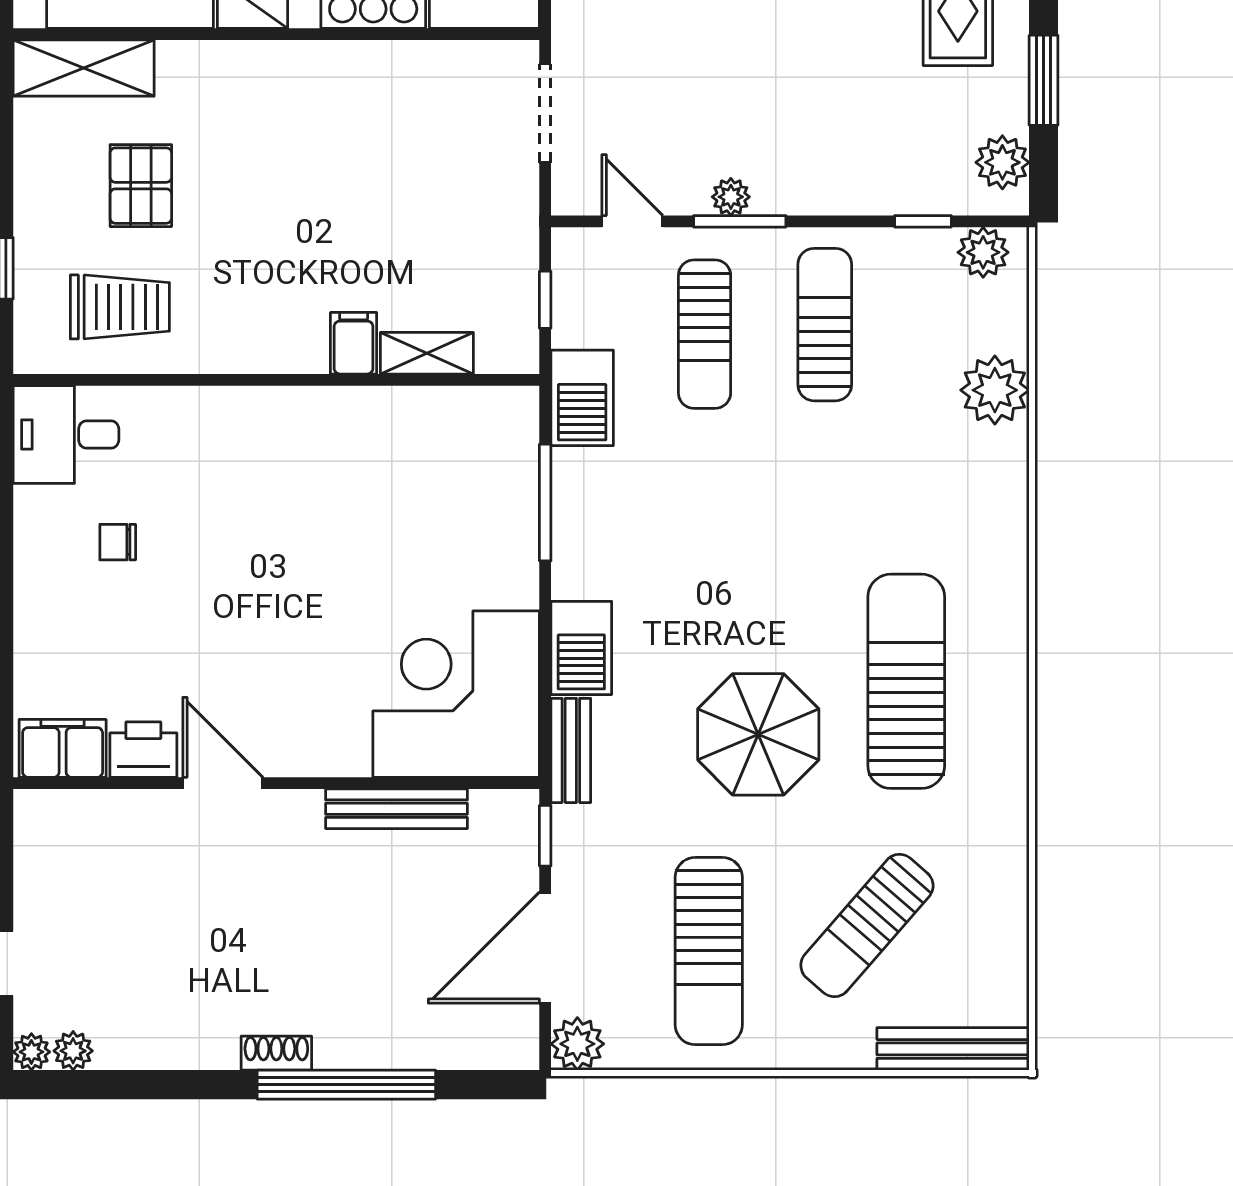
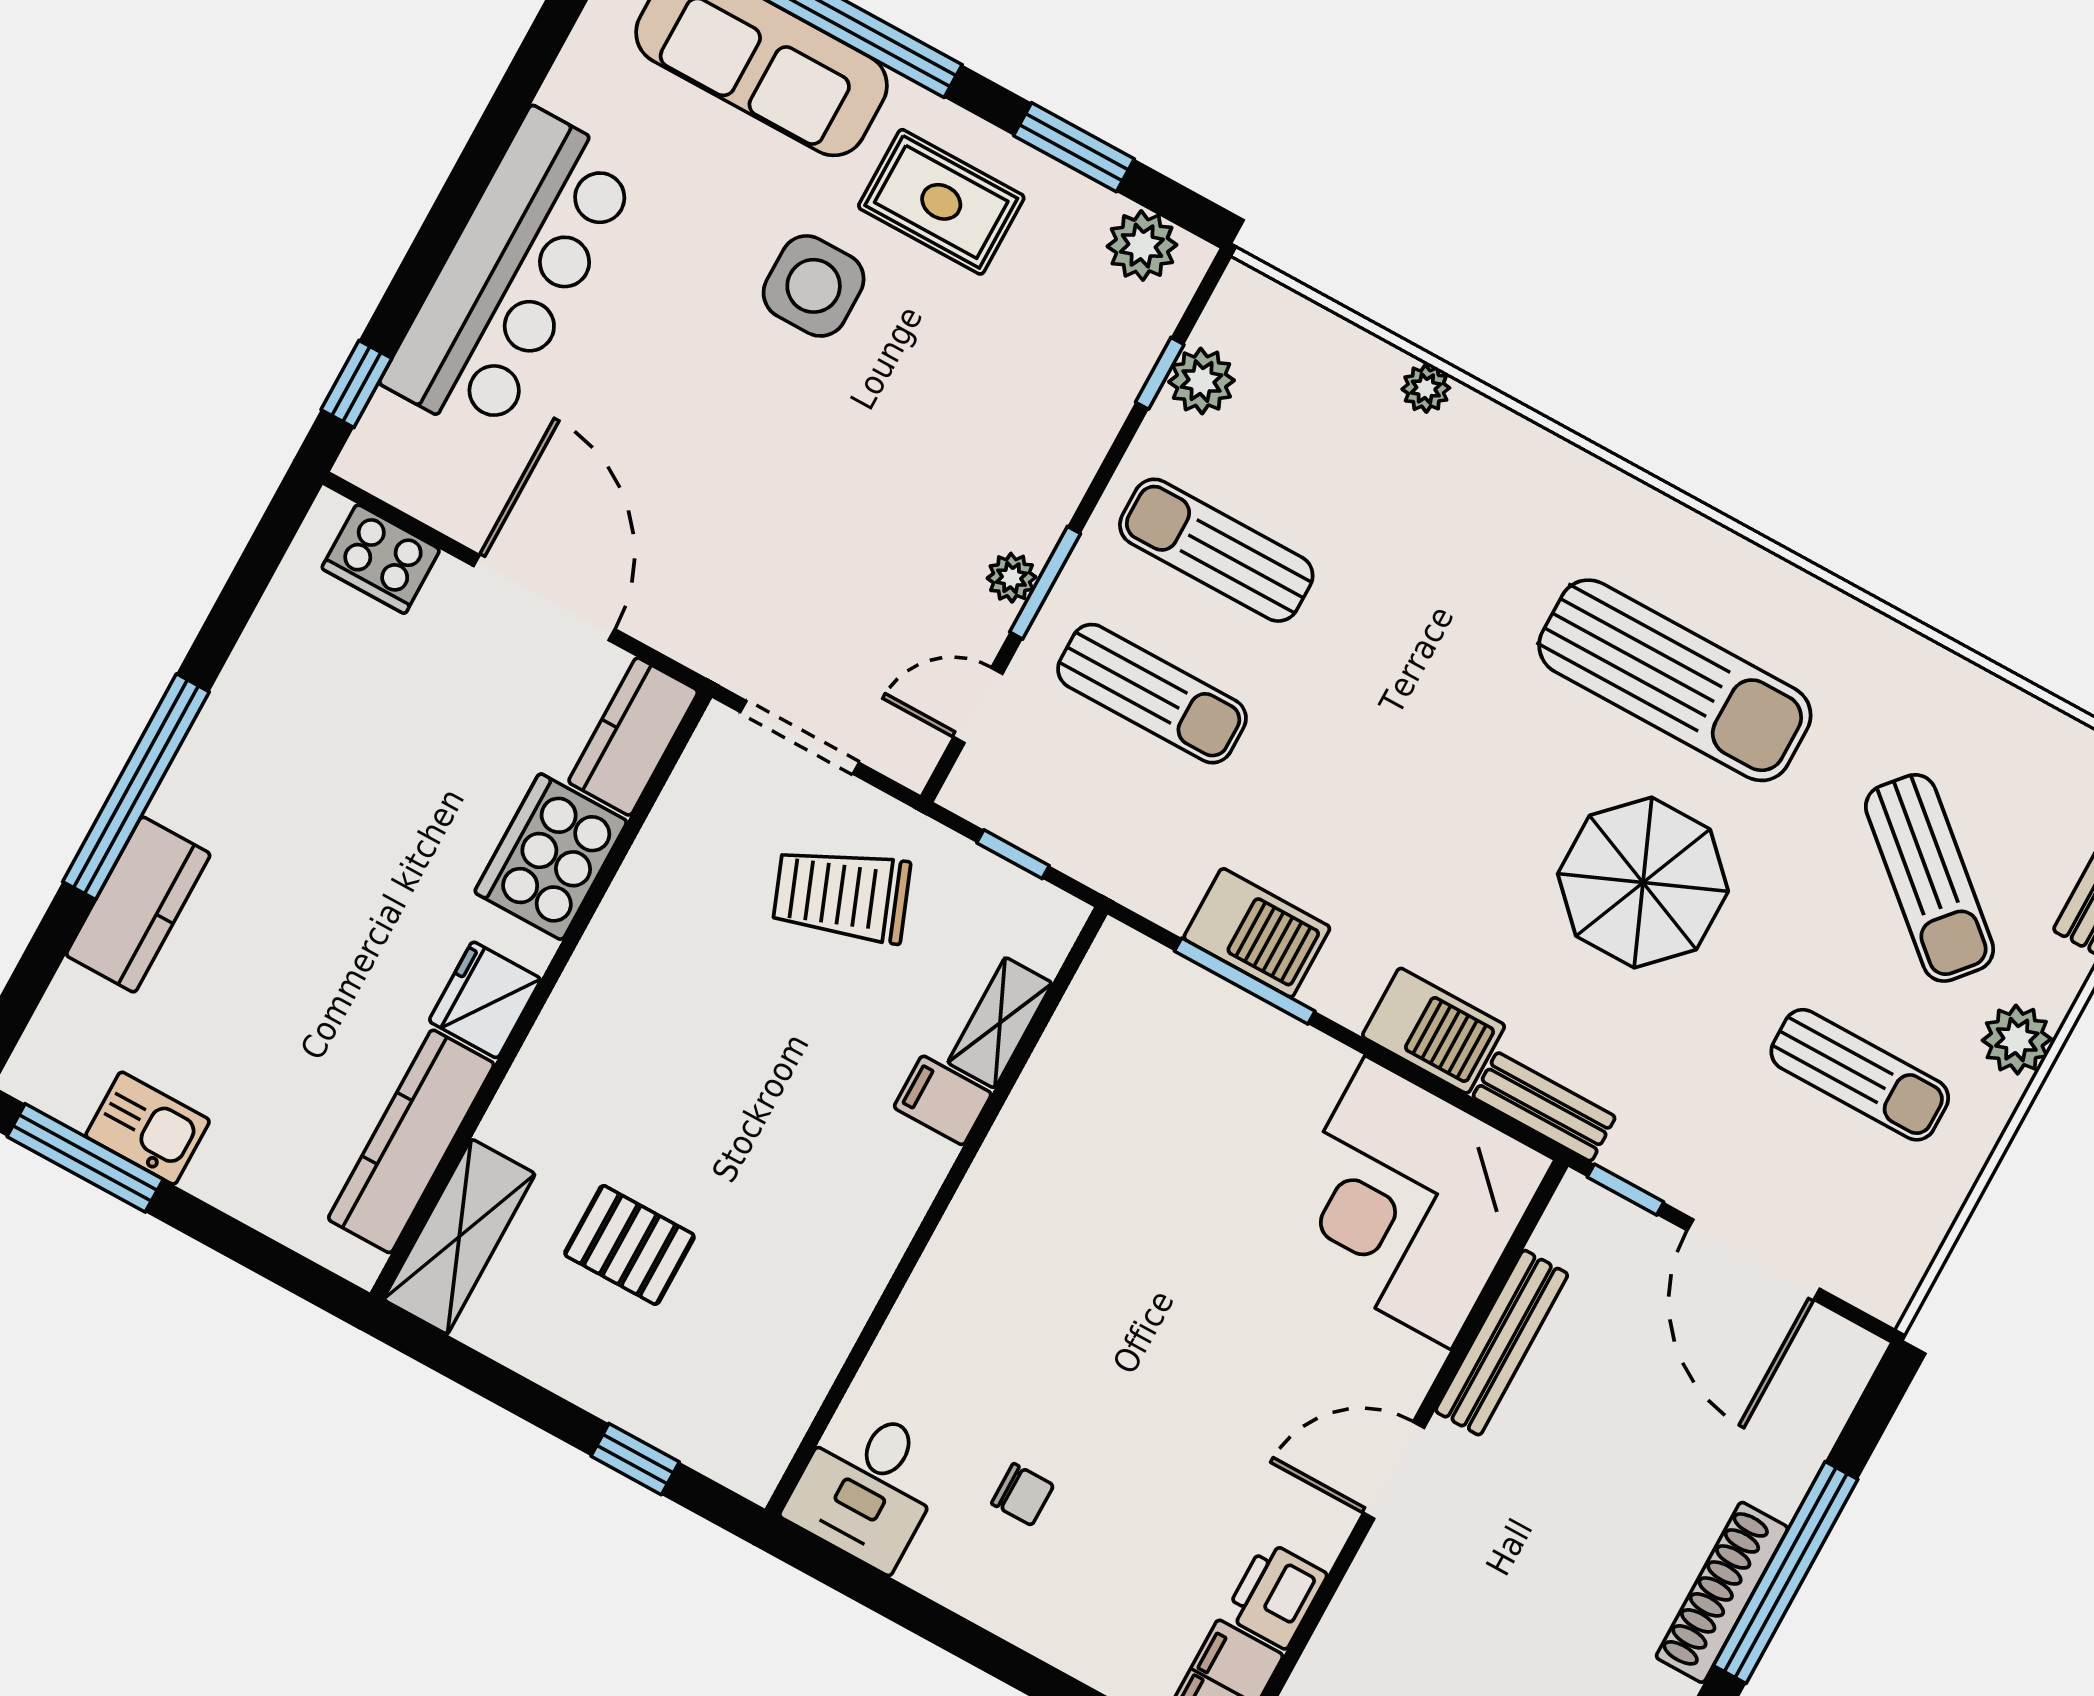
plant: (983, 252) -> (1201, 381), moved
trolley: (120, 307) -> (842, 895), moved, turned -111
plant: (995, 390) -> (1426, 388), width x0.53, depth x0.53
barbecue: (582, 398) -> (1257, 933), moved
chair: (118, 542) -> (1022, 1494), turned -90
sun lounger: (906, 681) -> (1675, 680), turned 180
door: (223, 783) -> (1394, 1470), moved
sun lounger: (709, 951) -> (1860, 1075), width x0.73, depth x0.75
plant: (577, 1044) -> (2017, 1040), moved
shoe rack: (276, 1053) -> (1722, 1592), width x1.94, depth x1.24

